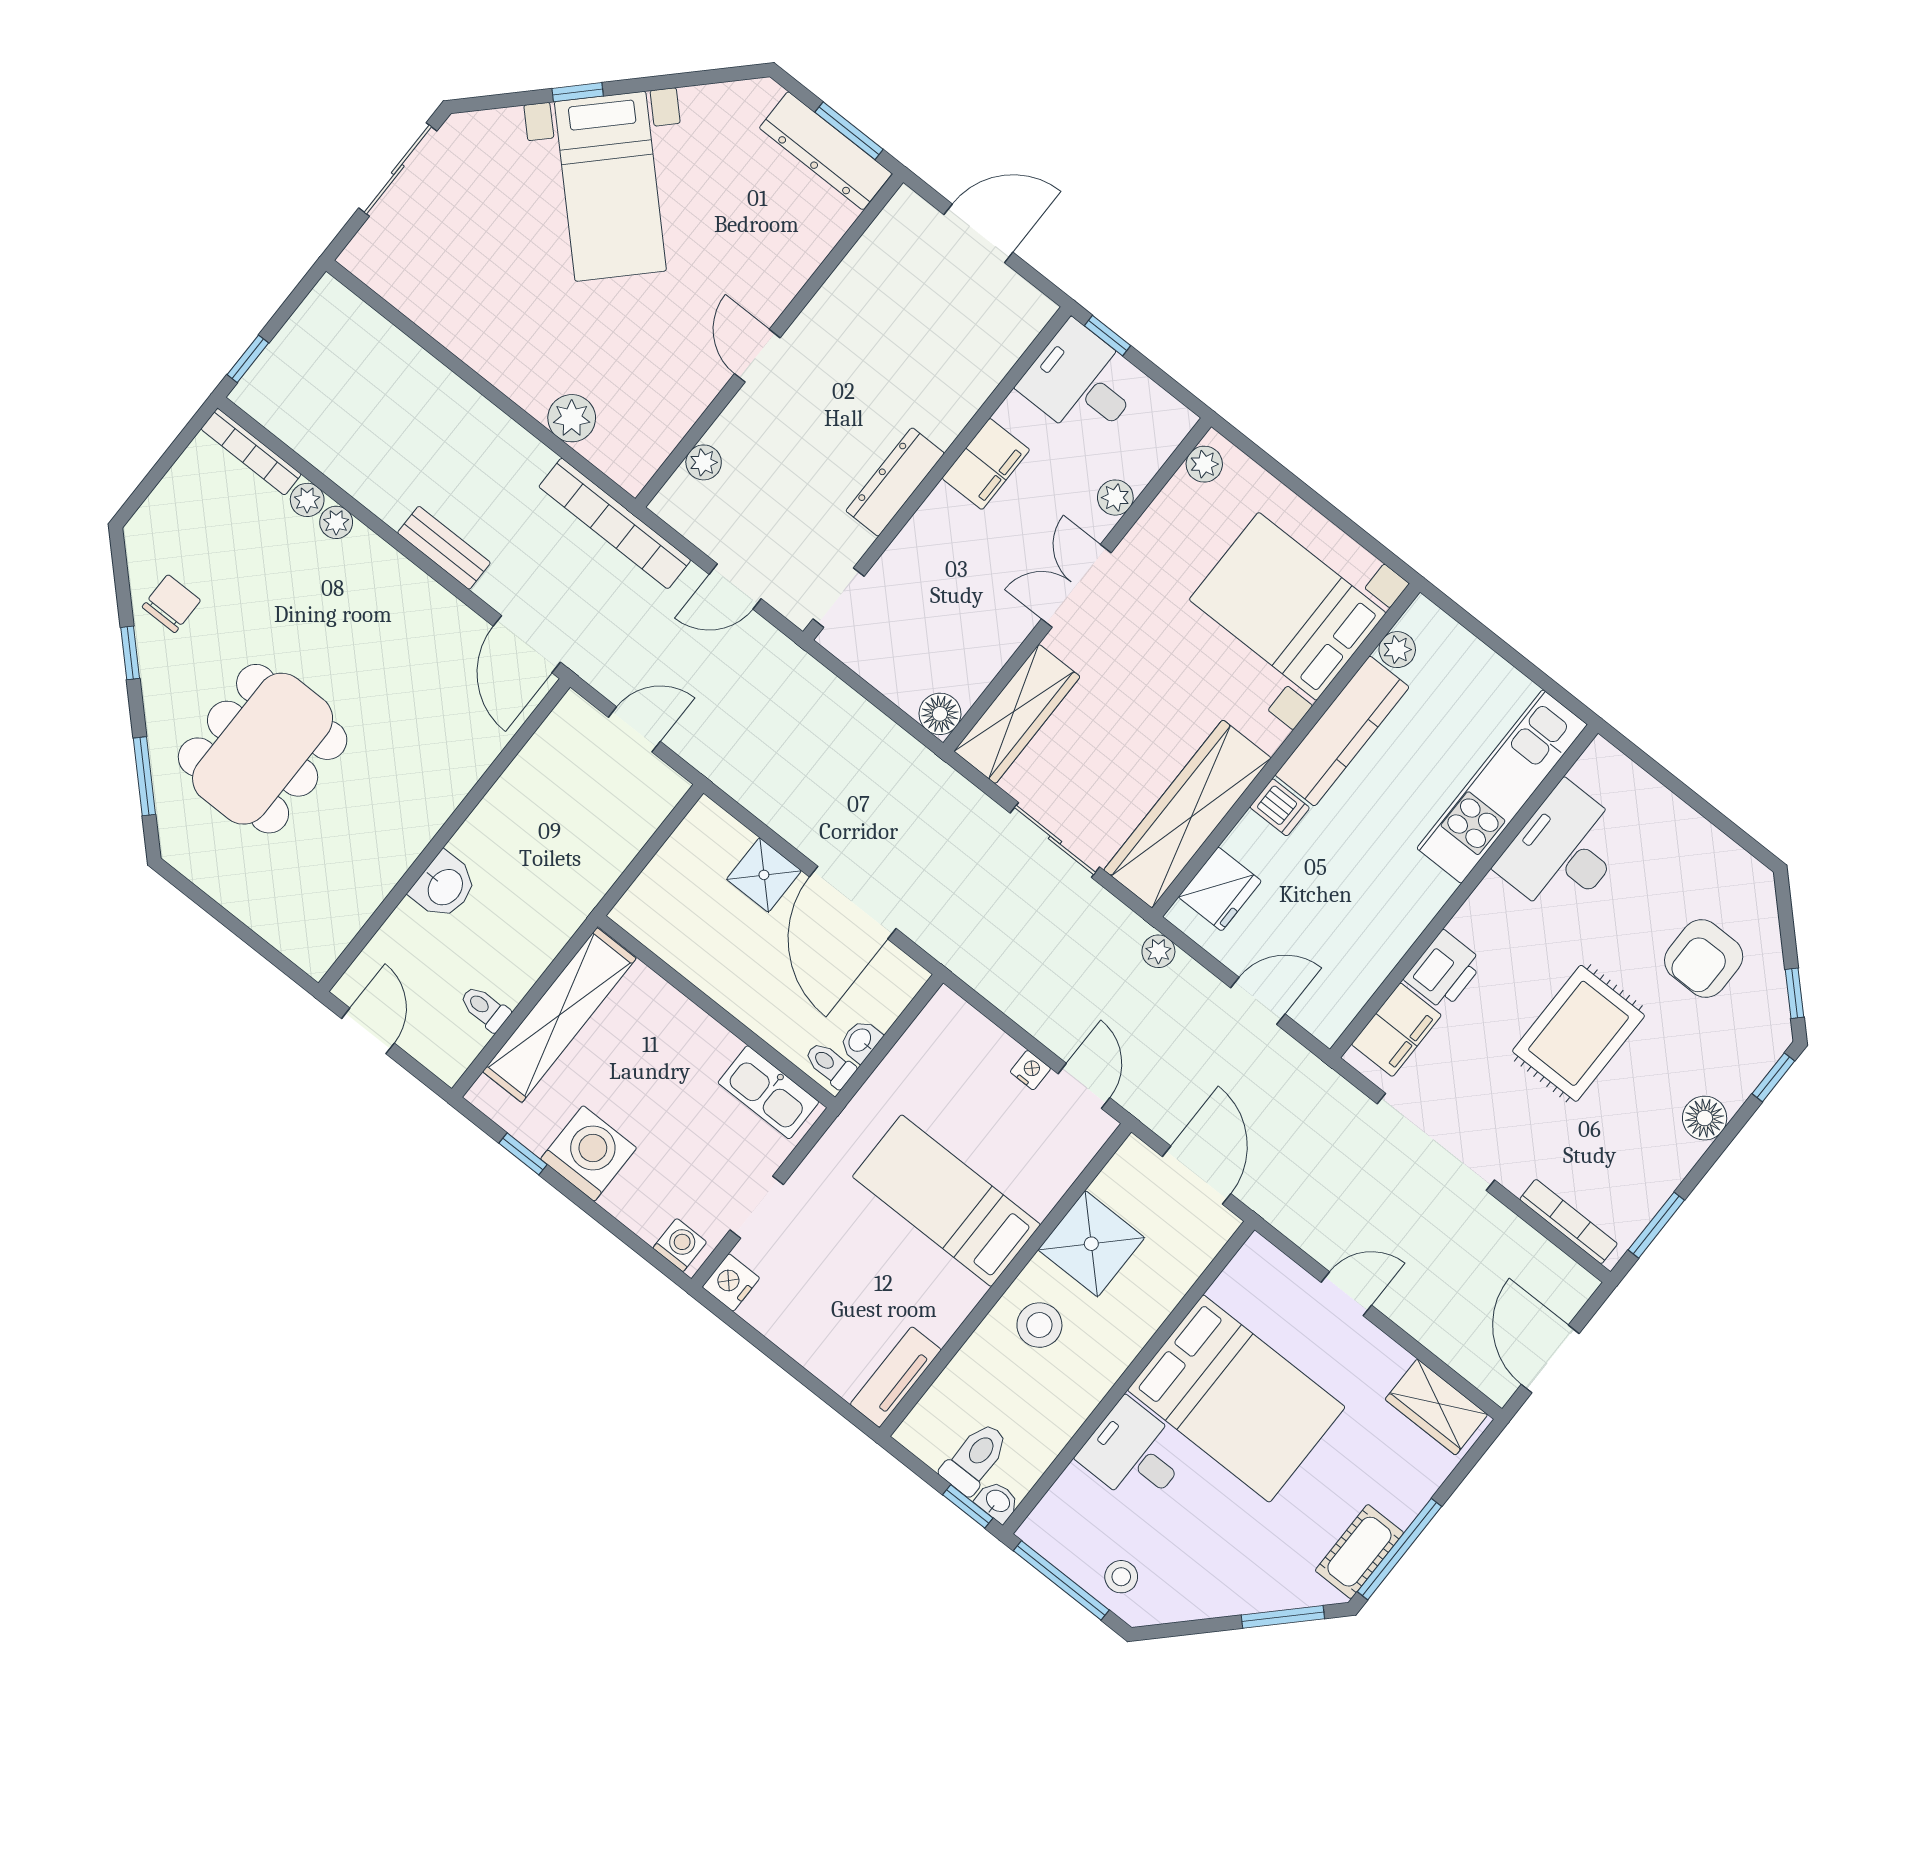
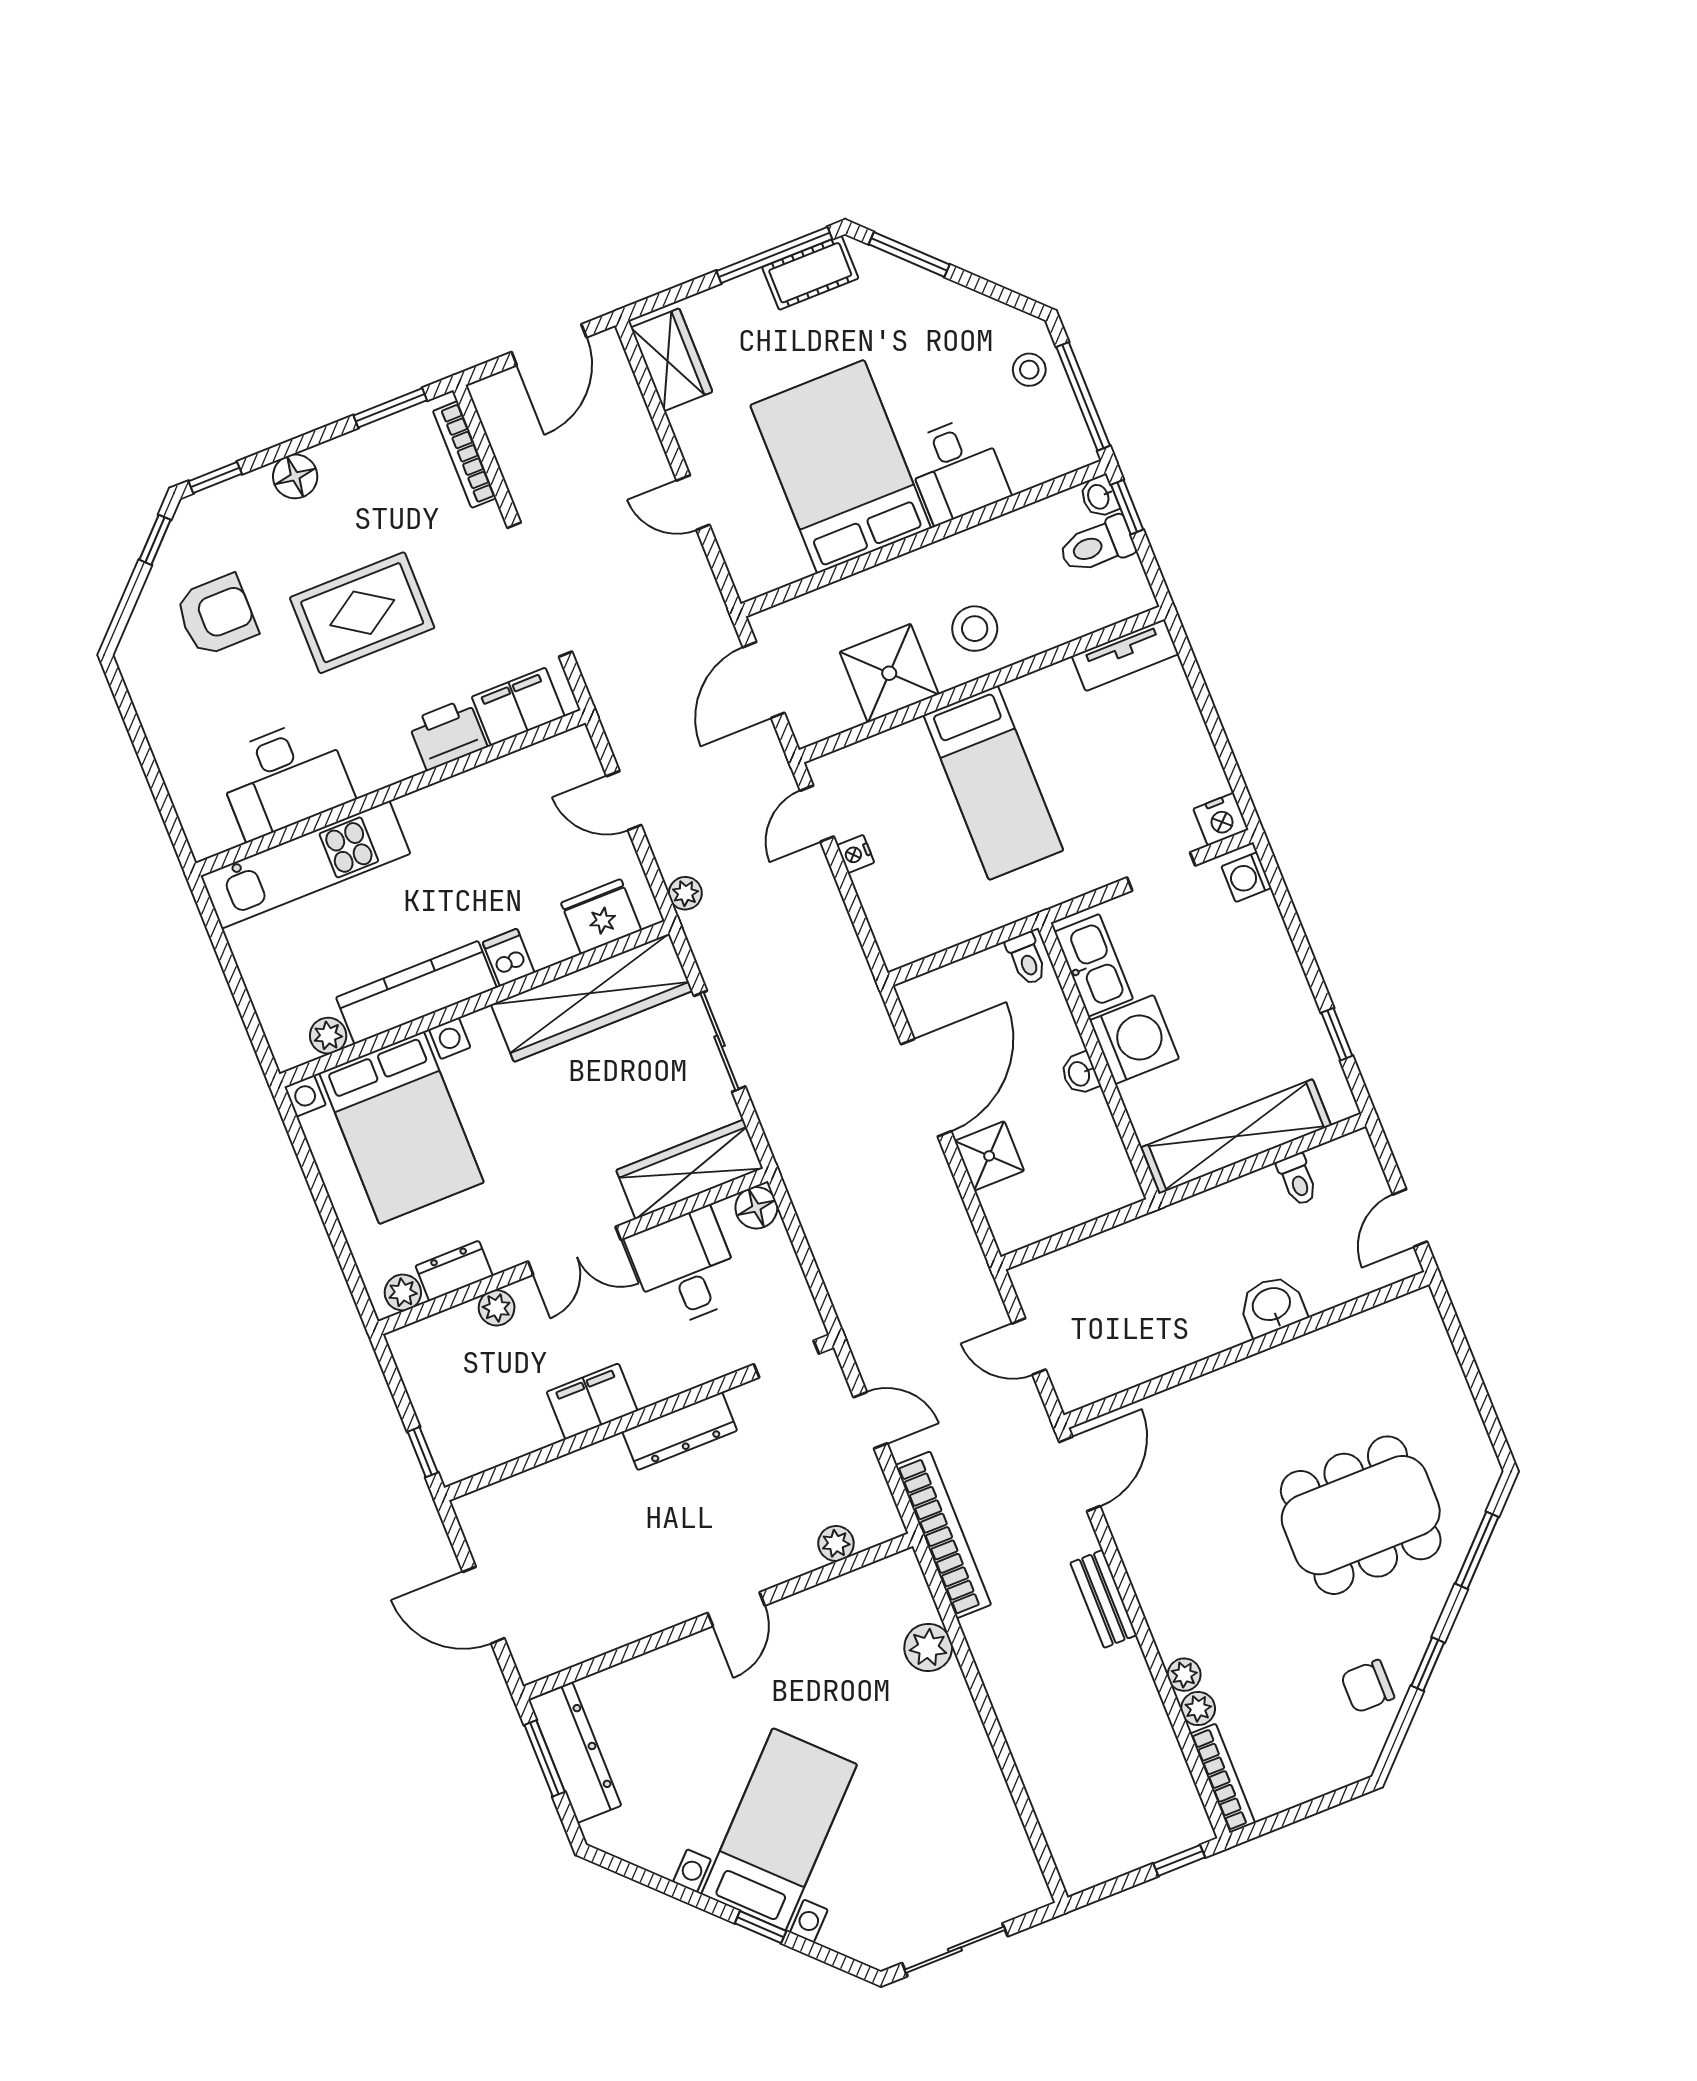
desk: (1081, 383) -> (685, 1268), moved, turned 180
dresser: (1171, 508) -> (454, 1271), added
washbasin: (860, 1041) -> (1080, 1074), moved, turned 90
washing machine: (589, 1153) -> (1134, 1040), moved, turned 180

